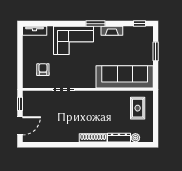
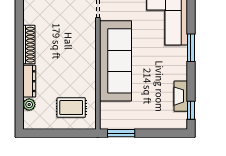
fireplace: (112, 31) -> (181, 96), moved
window: (156, 51) -> (121, 133), moved
sofa: (125, 77) -> (116, 61), moved

